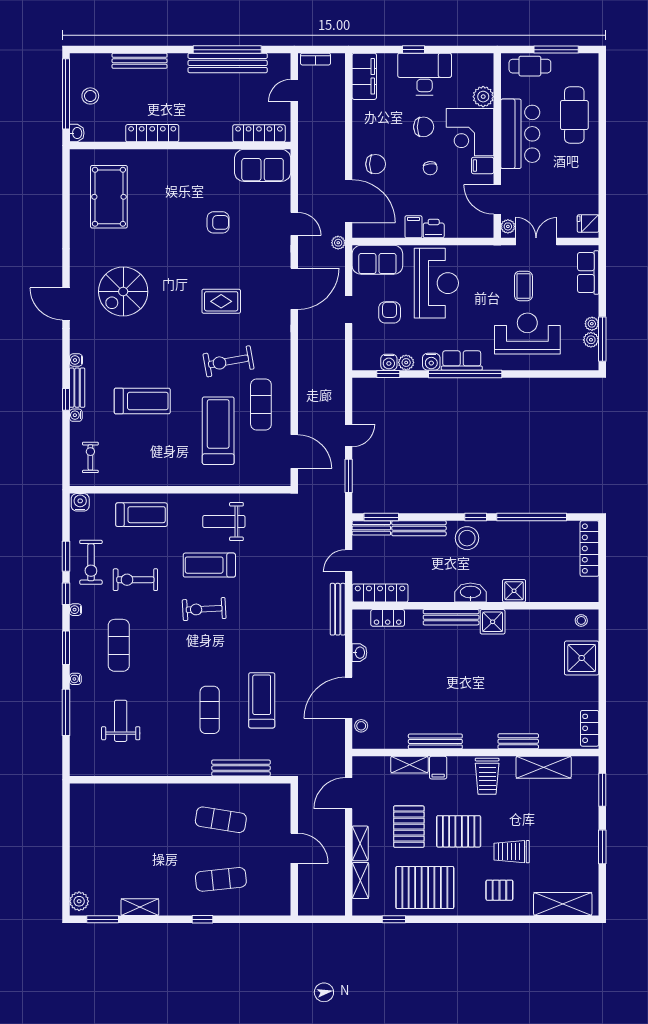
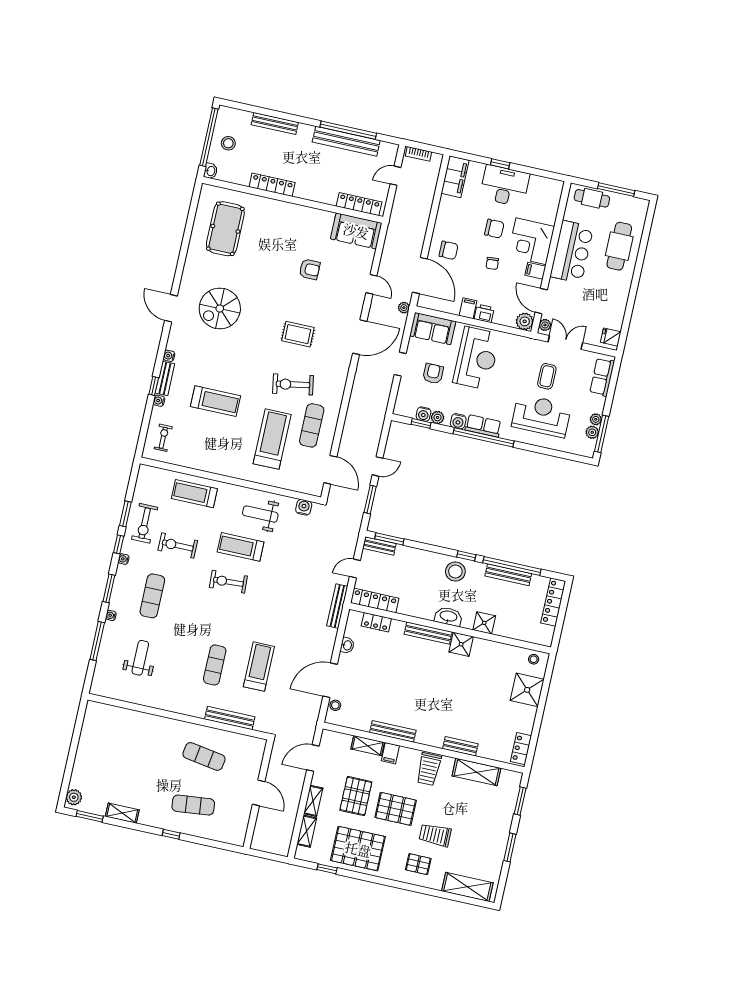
plant: (483, 97) -> (525, 321), moved
water cooler: (80, 502) -> (304, 507), moved
treadmill: (142, 515) -> (194, 494), turned 180
bench: (419, 528) -> (508, 575), moved

